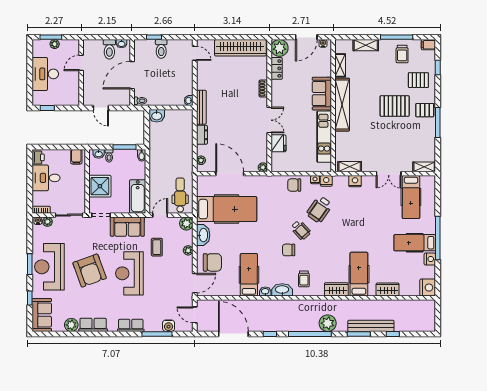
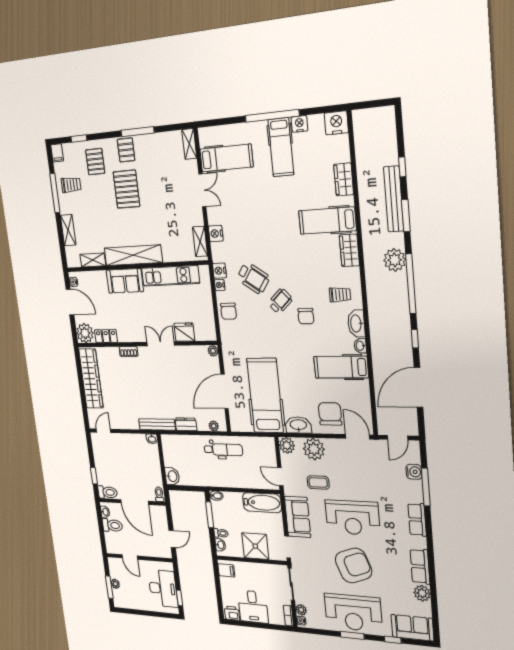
toilet: (161, 49) -> (108, 492), moved
desk: (45, 74) -> (163, 588), moved, turned -90
dental chair: (180, 195) -> (223, 450), moved, turned 180
plant: (188, 250) -> (314, 449), width x1.87, depth x1.87

